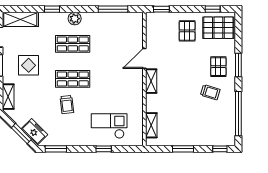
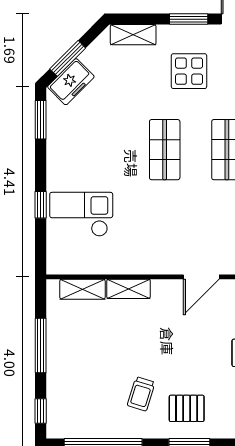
door: (144, 58) -> (201, 277), swing flipped
shelving: (151, 81) -> (128, 289), moved
trolley: (67, 105) -> (119, 139), removed
checkout: (109, 126) -> (81, 214), turned -90
window: (183, 149) -> (41, 345), width x1.44

